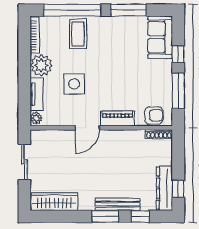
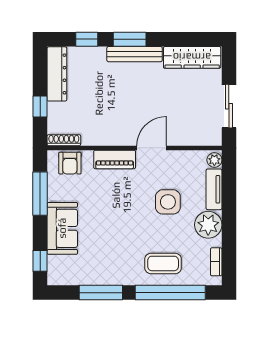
coffee table: (78, 34) -> (163, 263), turned 90
bookcase: (35, 35) -> (216, 262), width x0.64
sofa: (160, 37) -> (62, 228), moved
window: (178, 54) -> (40, 261), moved
armchair: (154, 116) -> (70, 163), turned -90
window: (178, 189) -> (40, 107), moved
bench: (118, 204) -> (135, 54), moved

